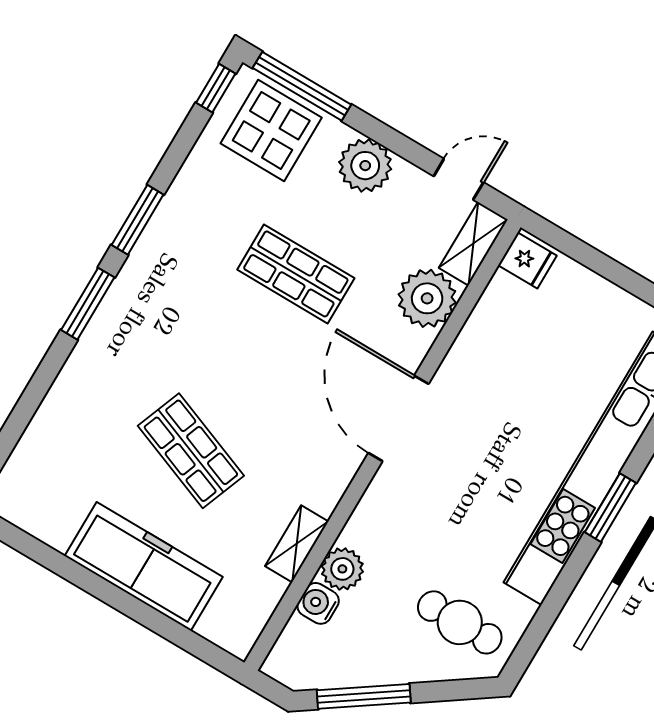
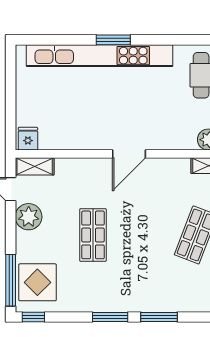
plant: (365, 166) -> (29, 217), moved
plant: (427, 298) -> (70, 172), removed
door: (398, 418) -> (129, 154), width x0.73

